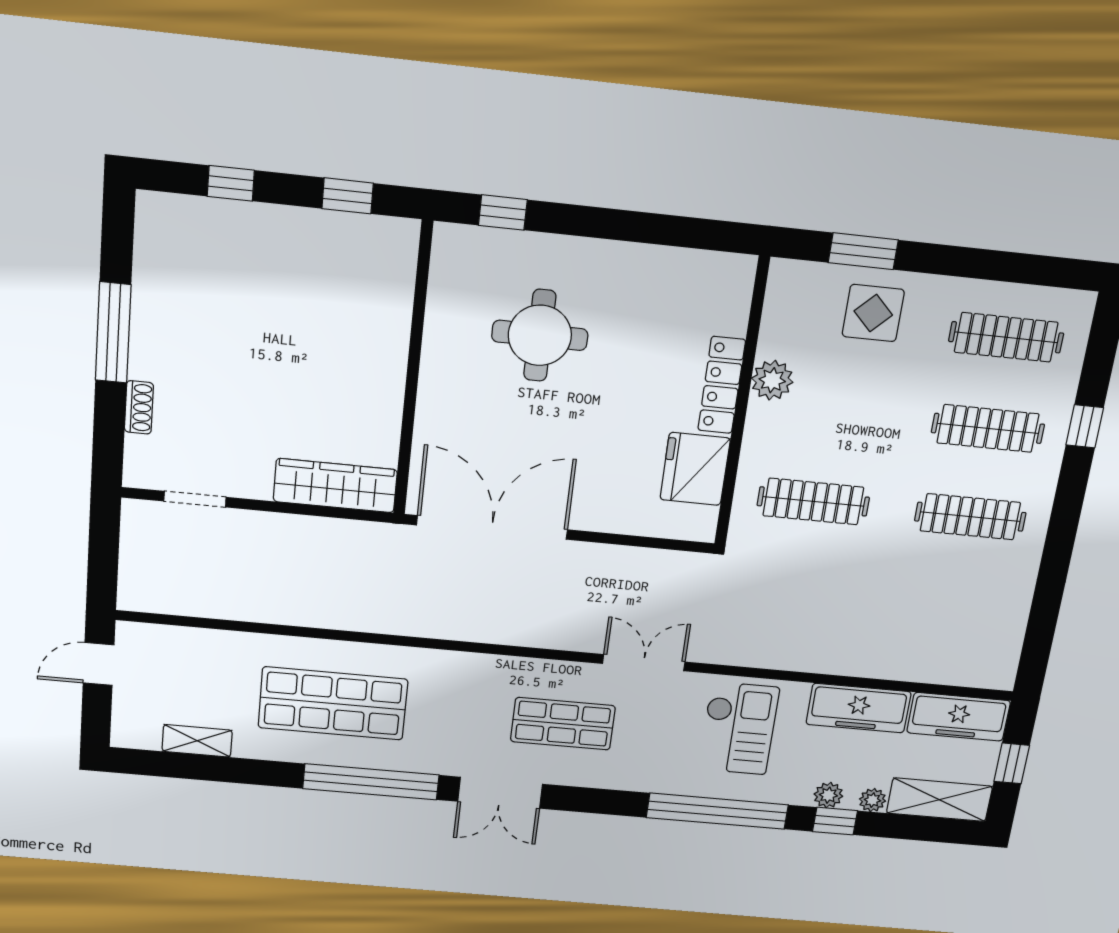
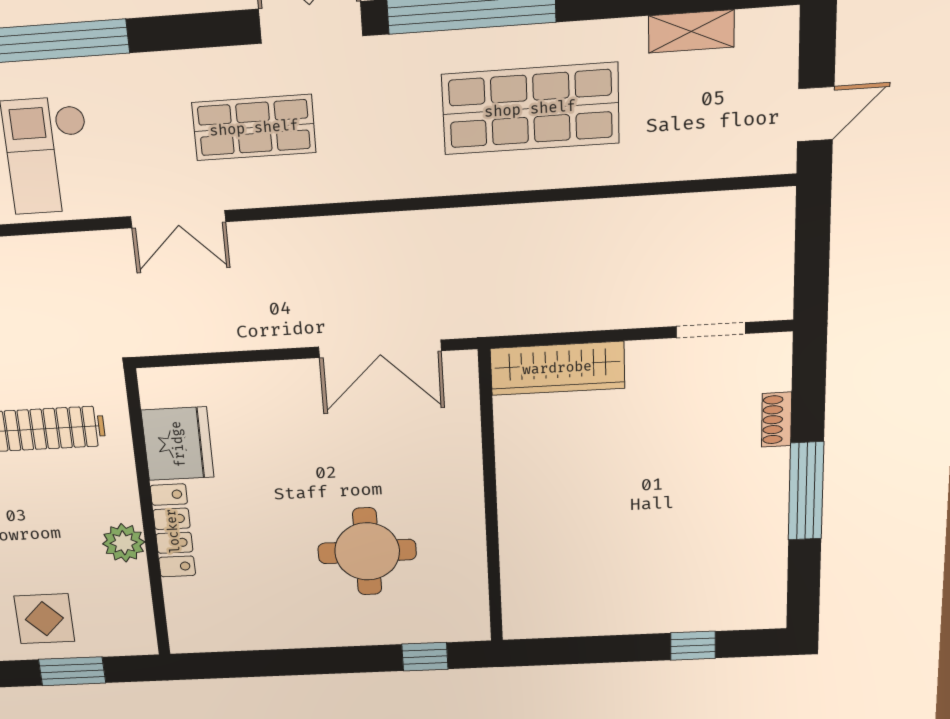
window: (348, 196) -> (578, 650), removed
double door: (492, 527) -> (380, 349), width x0.73

